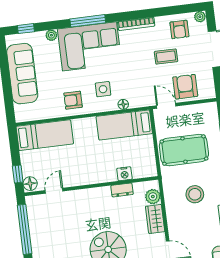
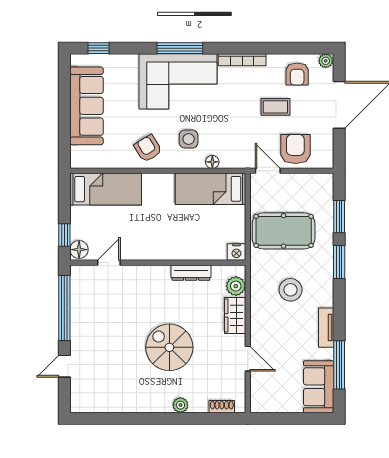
plant: (51, 35) -> (130, 61), removed
armchair: (73, 100) -> (148, 148), turned 58
nightstand: (124, 174) -> (236, 252), moved
dresser: (122, 190) -> (191, 273), width x1.44

